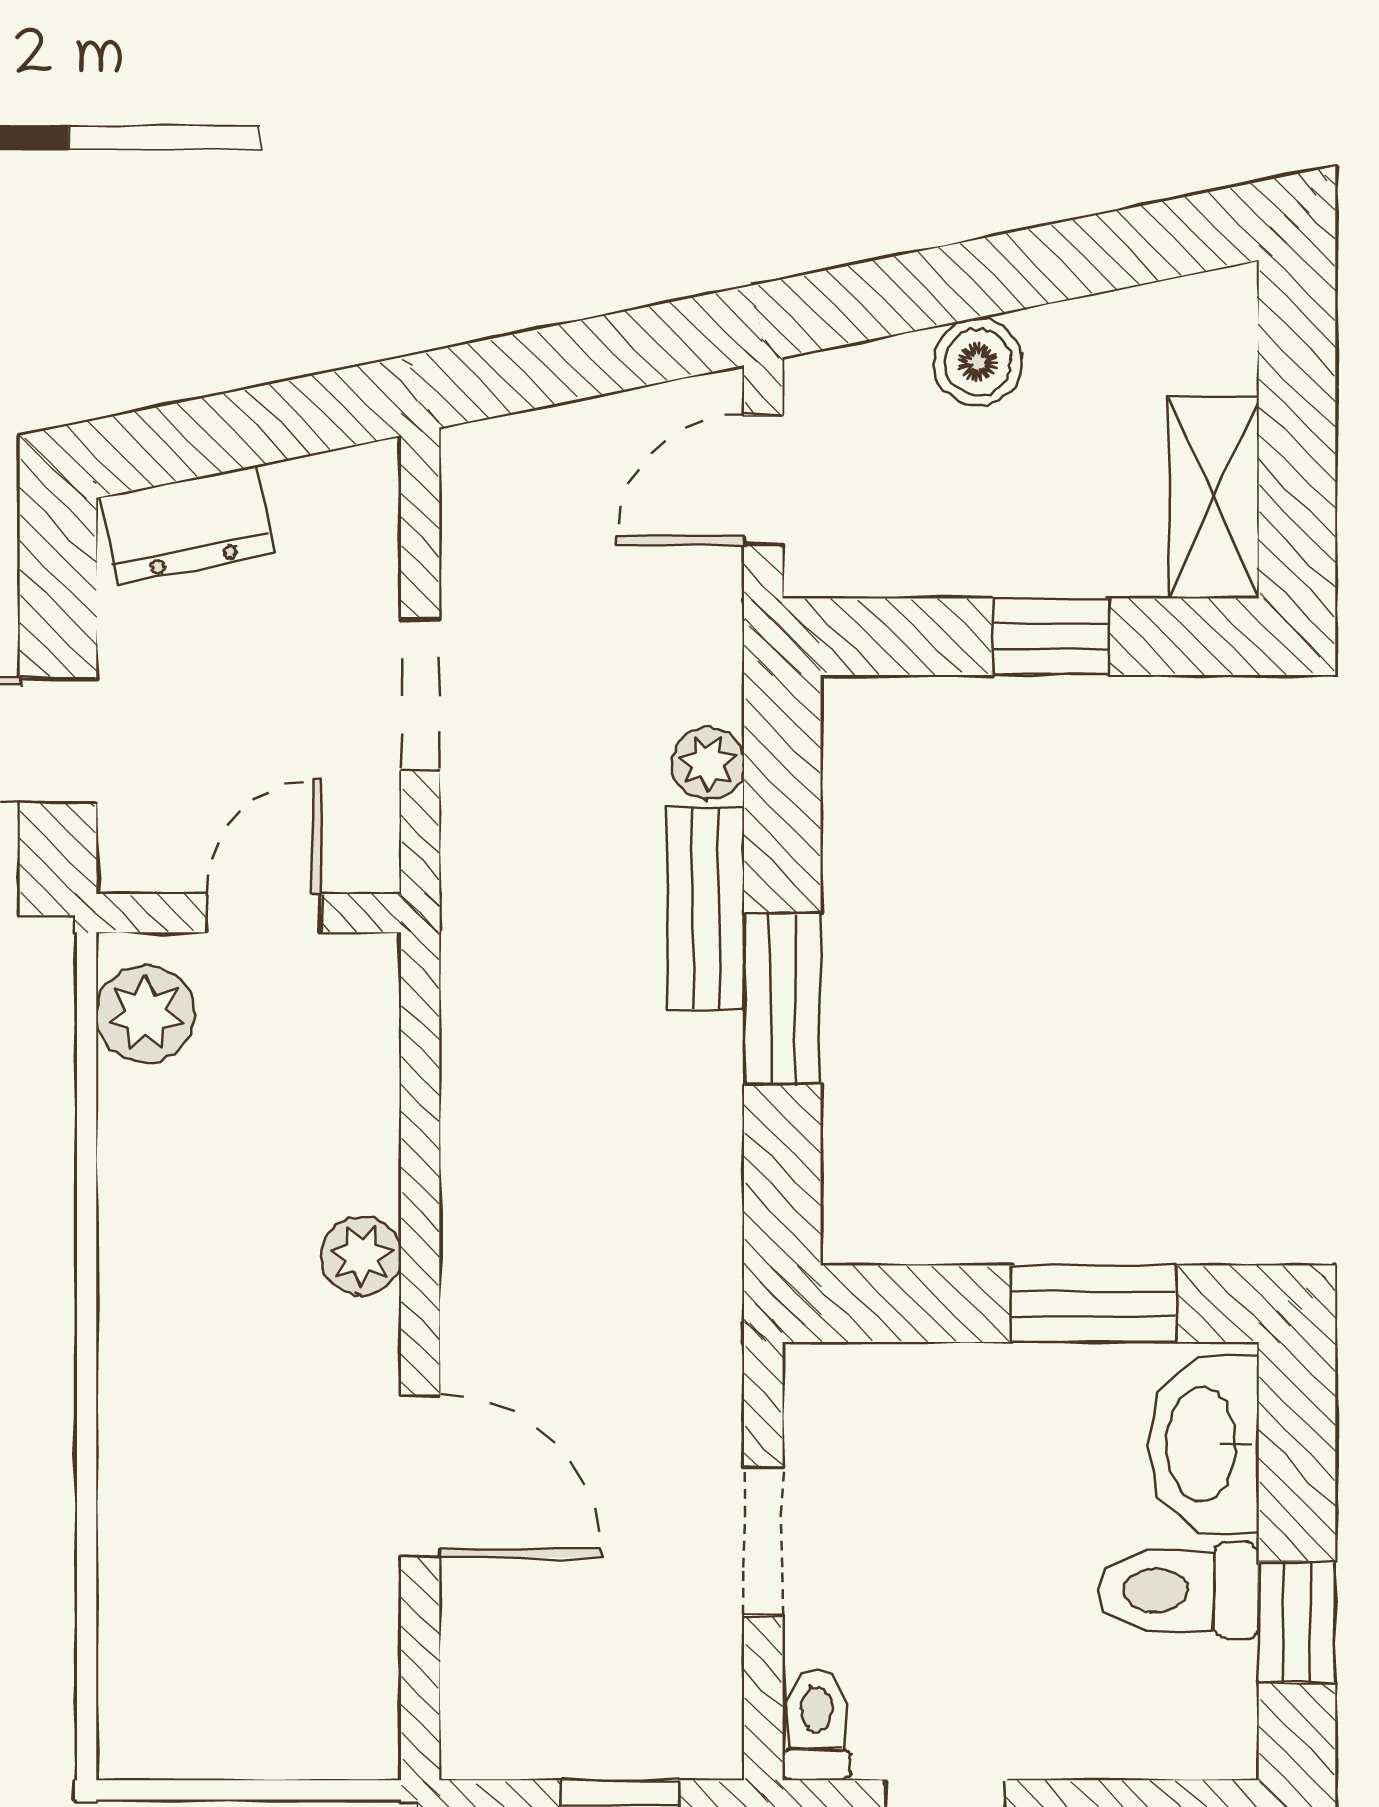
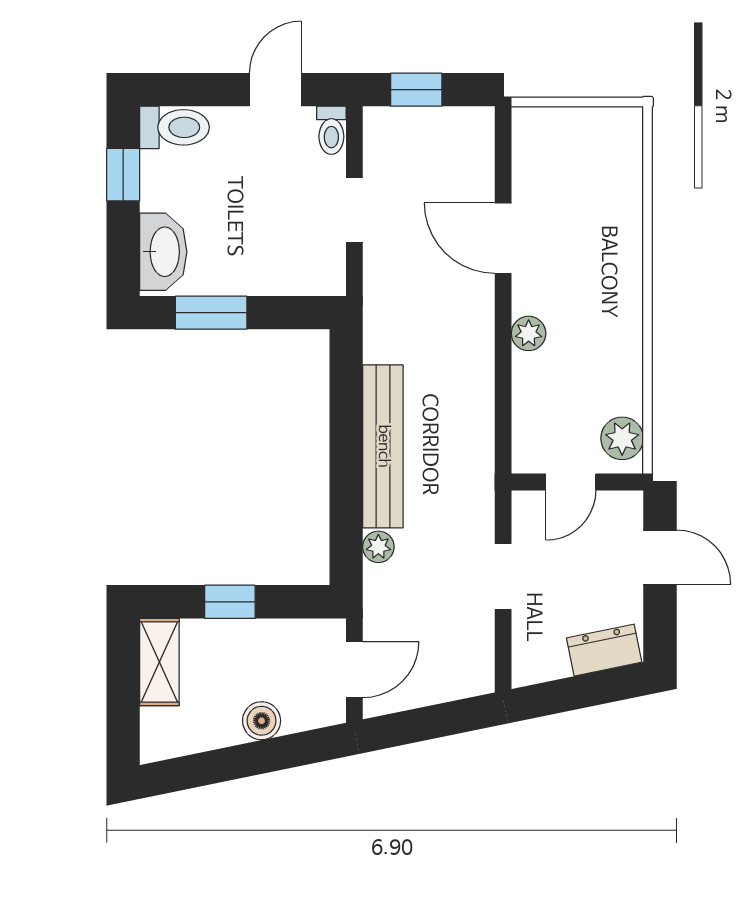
bench: (706, 908) -> (383, 446), width x1.86, depth x1.21
window: (782, 999) -> (346, 445), removed
toilet: (1179, 1590) -> (174, 127), moved

